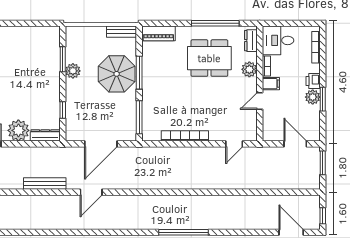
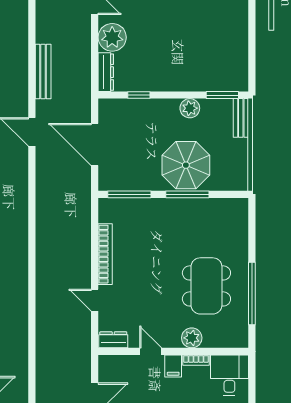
bench: (121, 32) -> (241, 118), moved
piano: (158, 33) -> (239, 220), removed
dresser: (251, 41) -> (113, 340), moved
window: (63, 59) -> (222, 95), moved
door: (234, 144) -> (95, 300), moved

